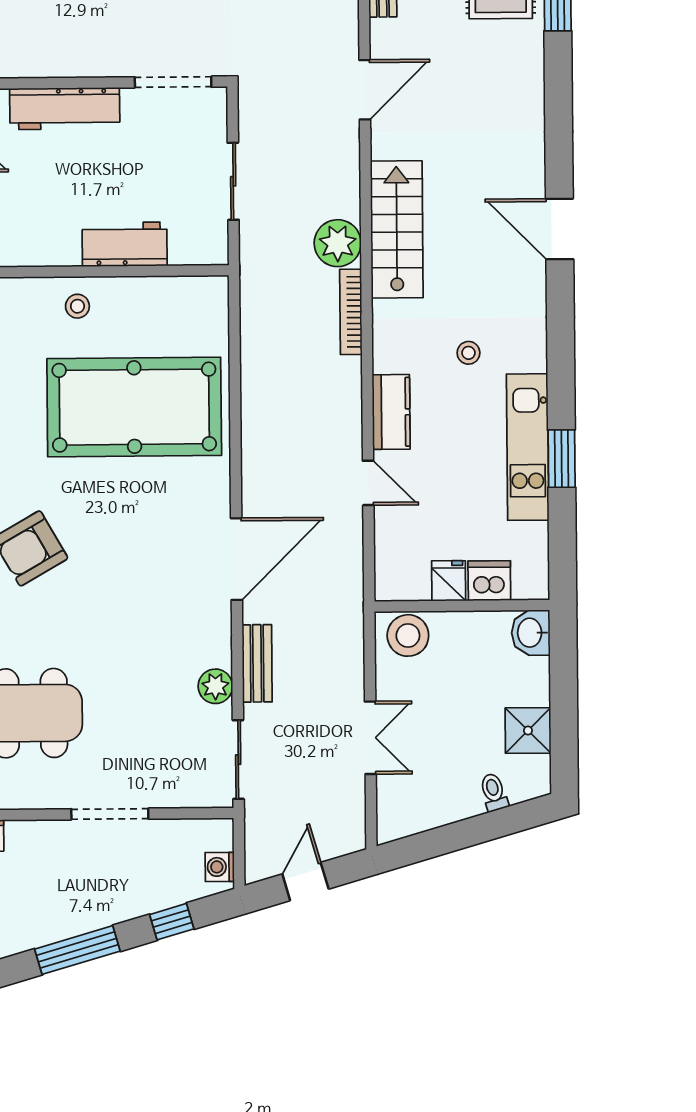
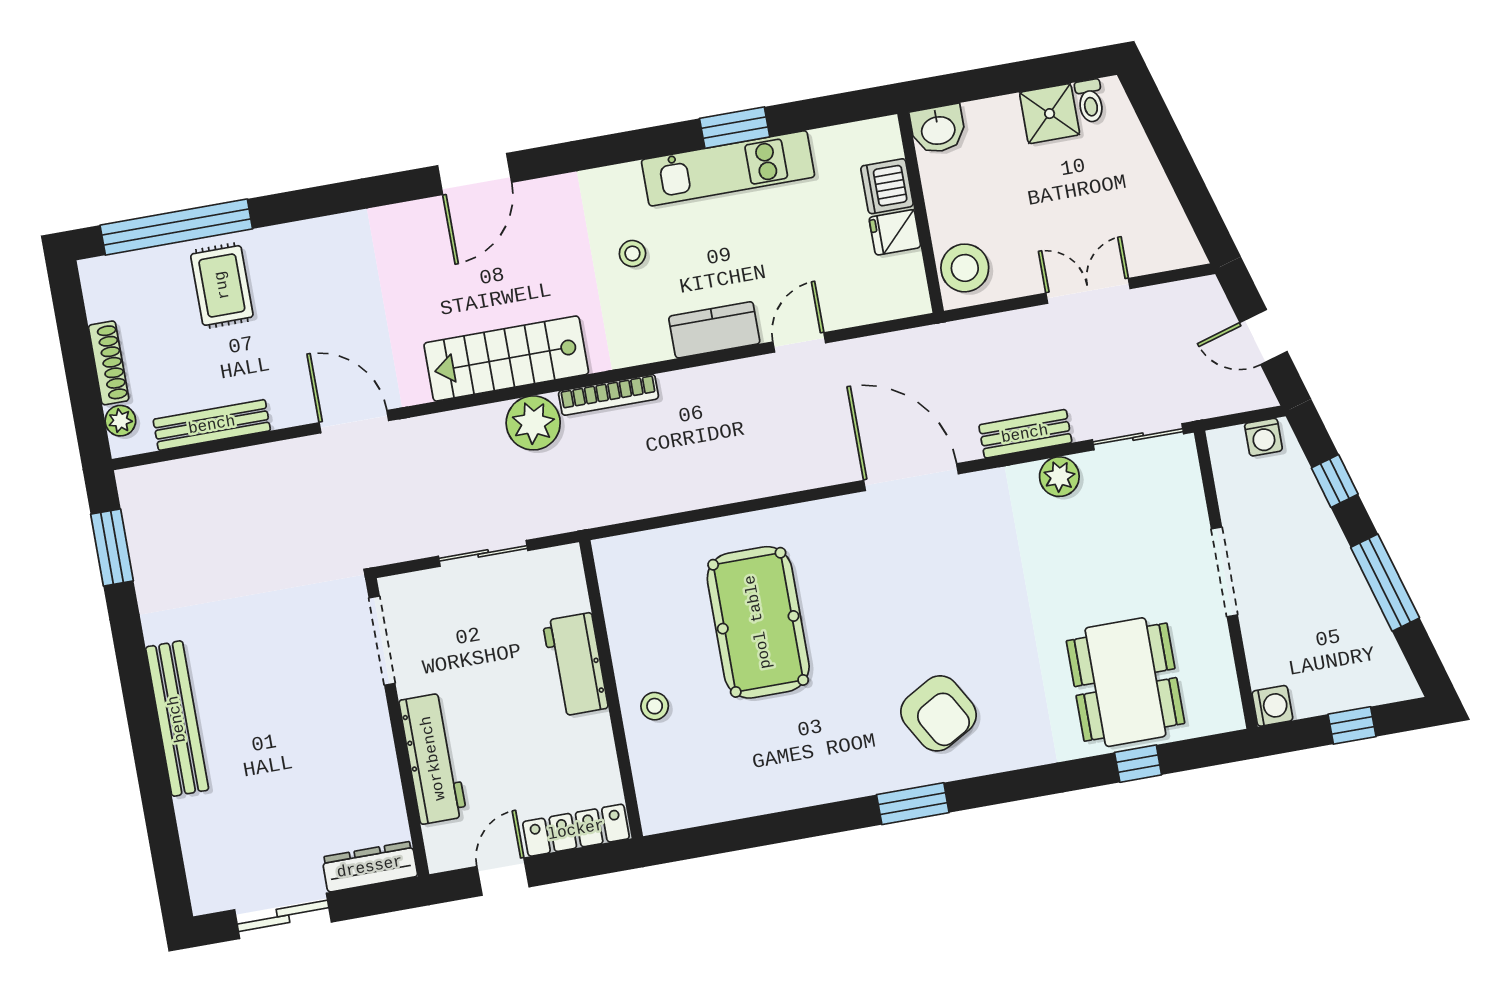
pool table: (134, 407) -> (758, 622), width x0.73, depth x0.76
toilet: (494, 792) -> (1090, 101), moved, turned -74

